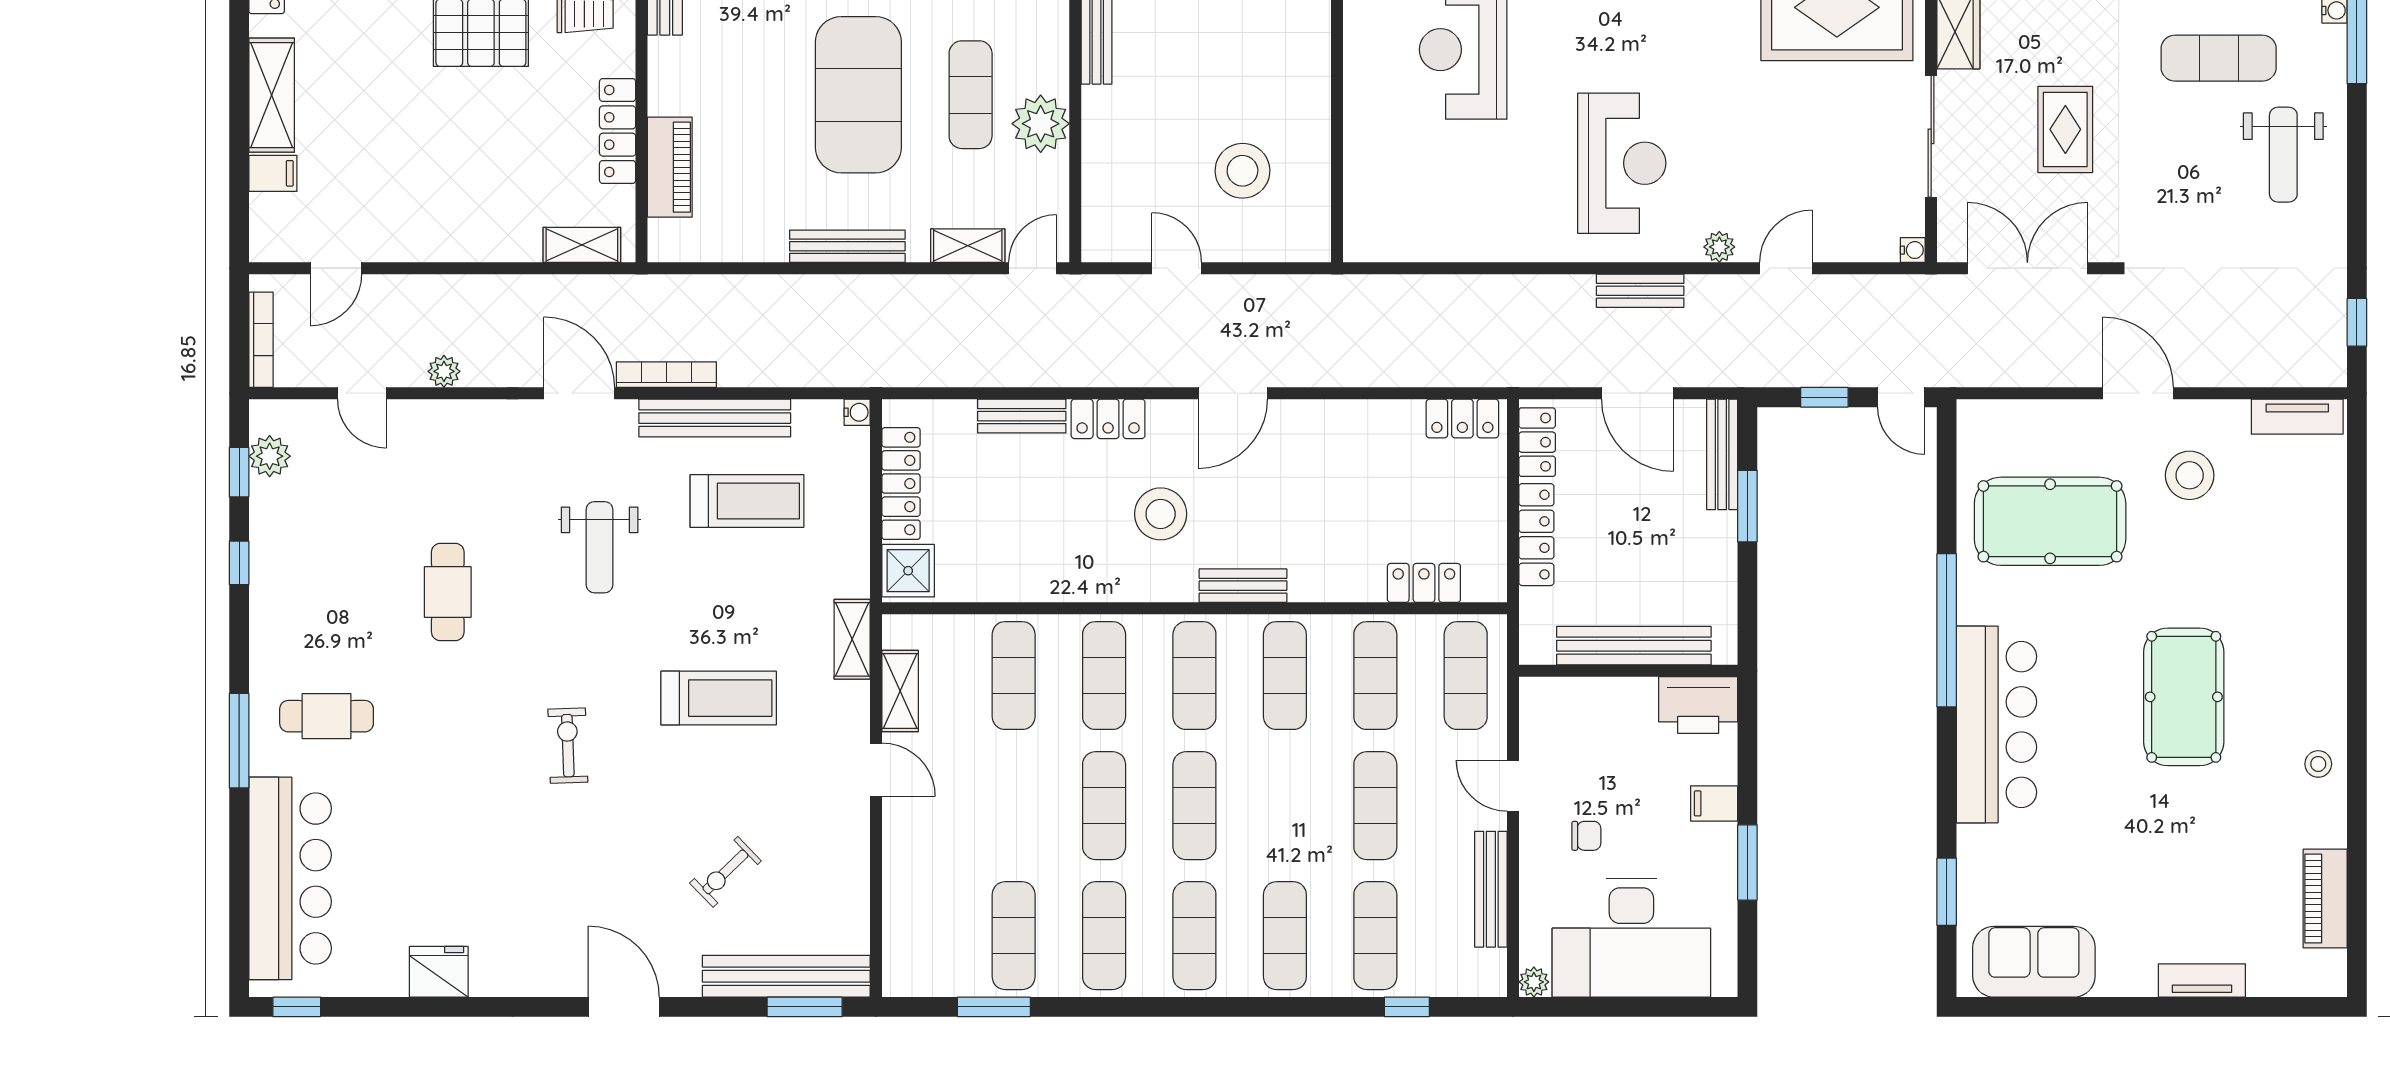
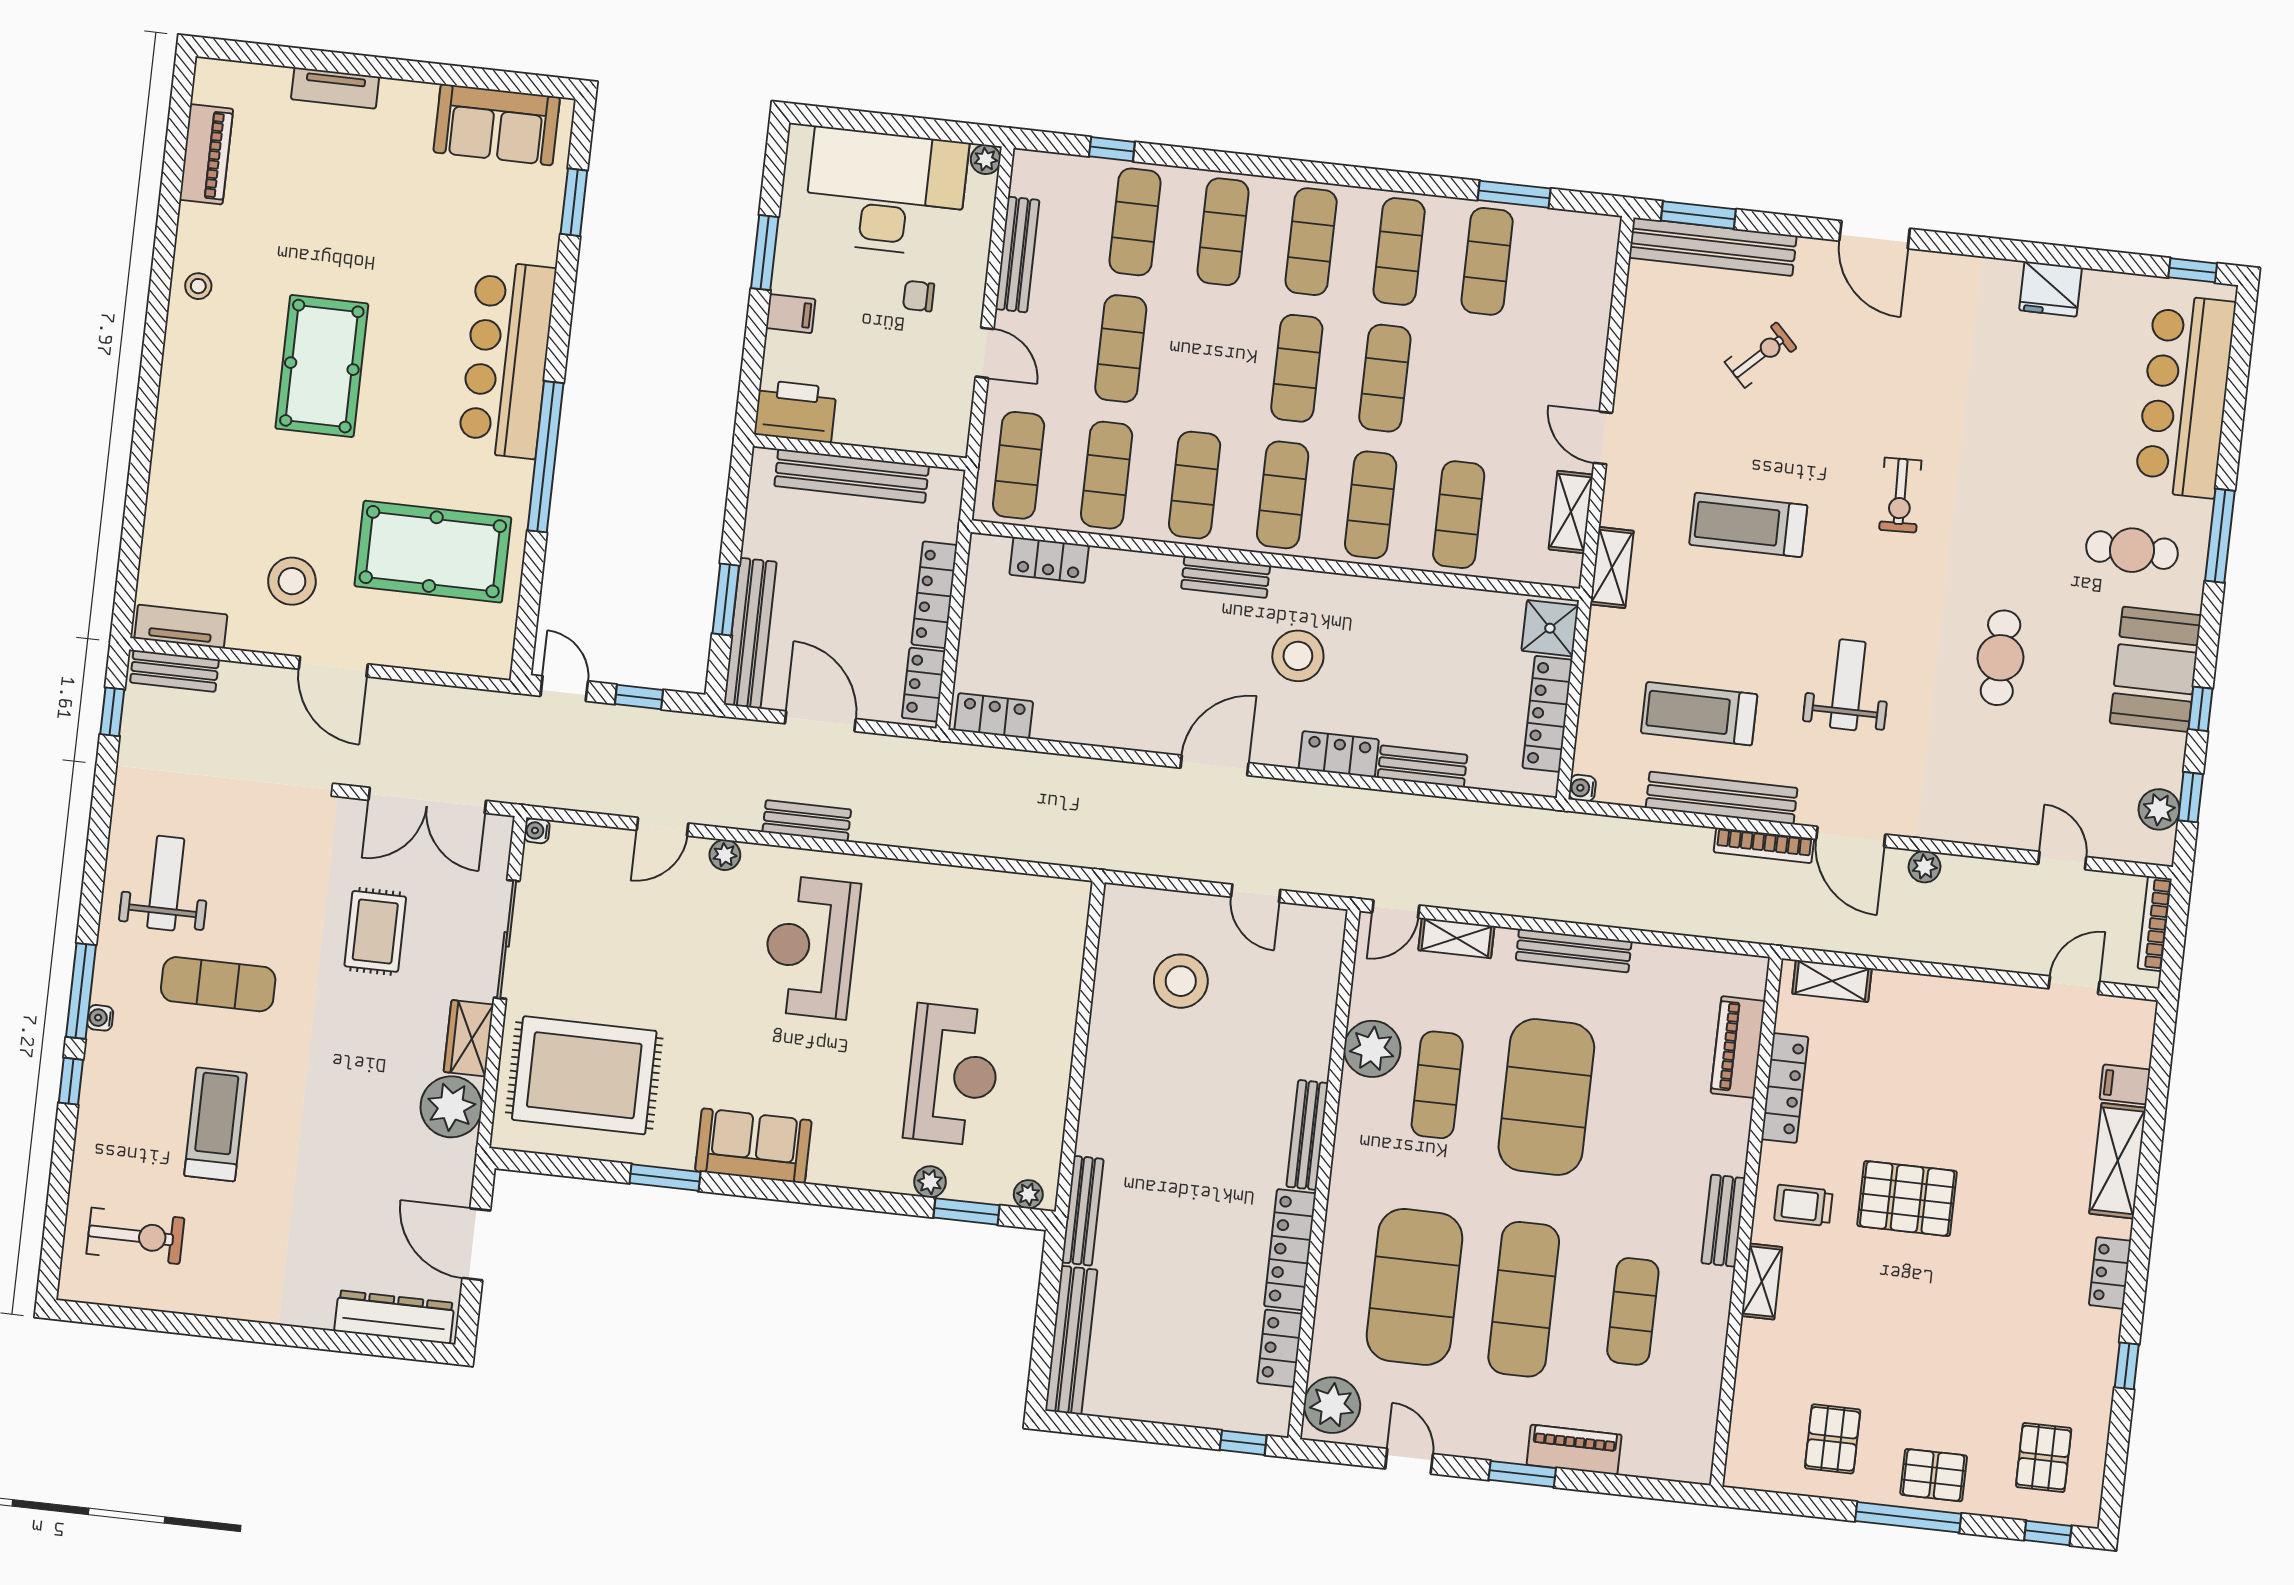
plant: (444, 371) -> (1925, 867), moved
bench: (2299, 371) -> (174, 671), added
bench: (1722, 454) -> (750, 633), width x1.37, depth x1.21
booth: (289, 598) -> (2156, 669), added

